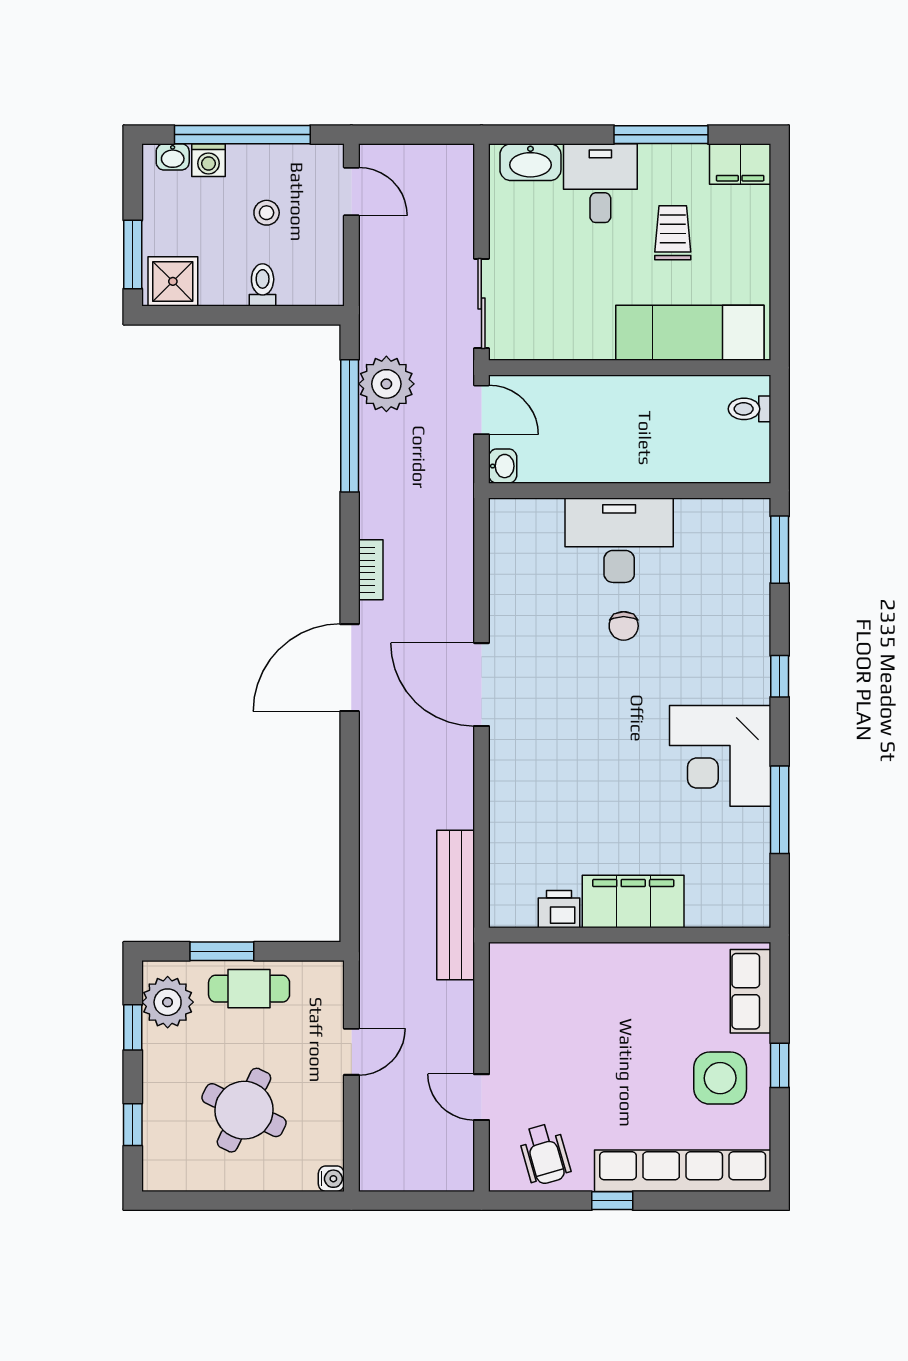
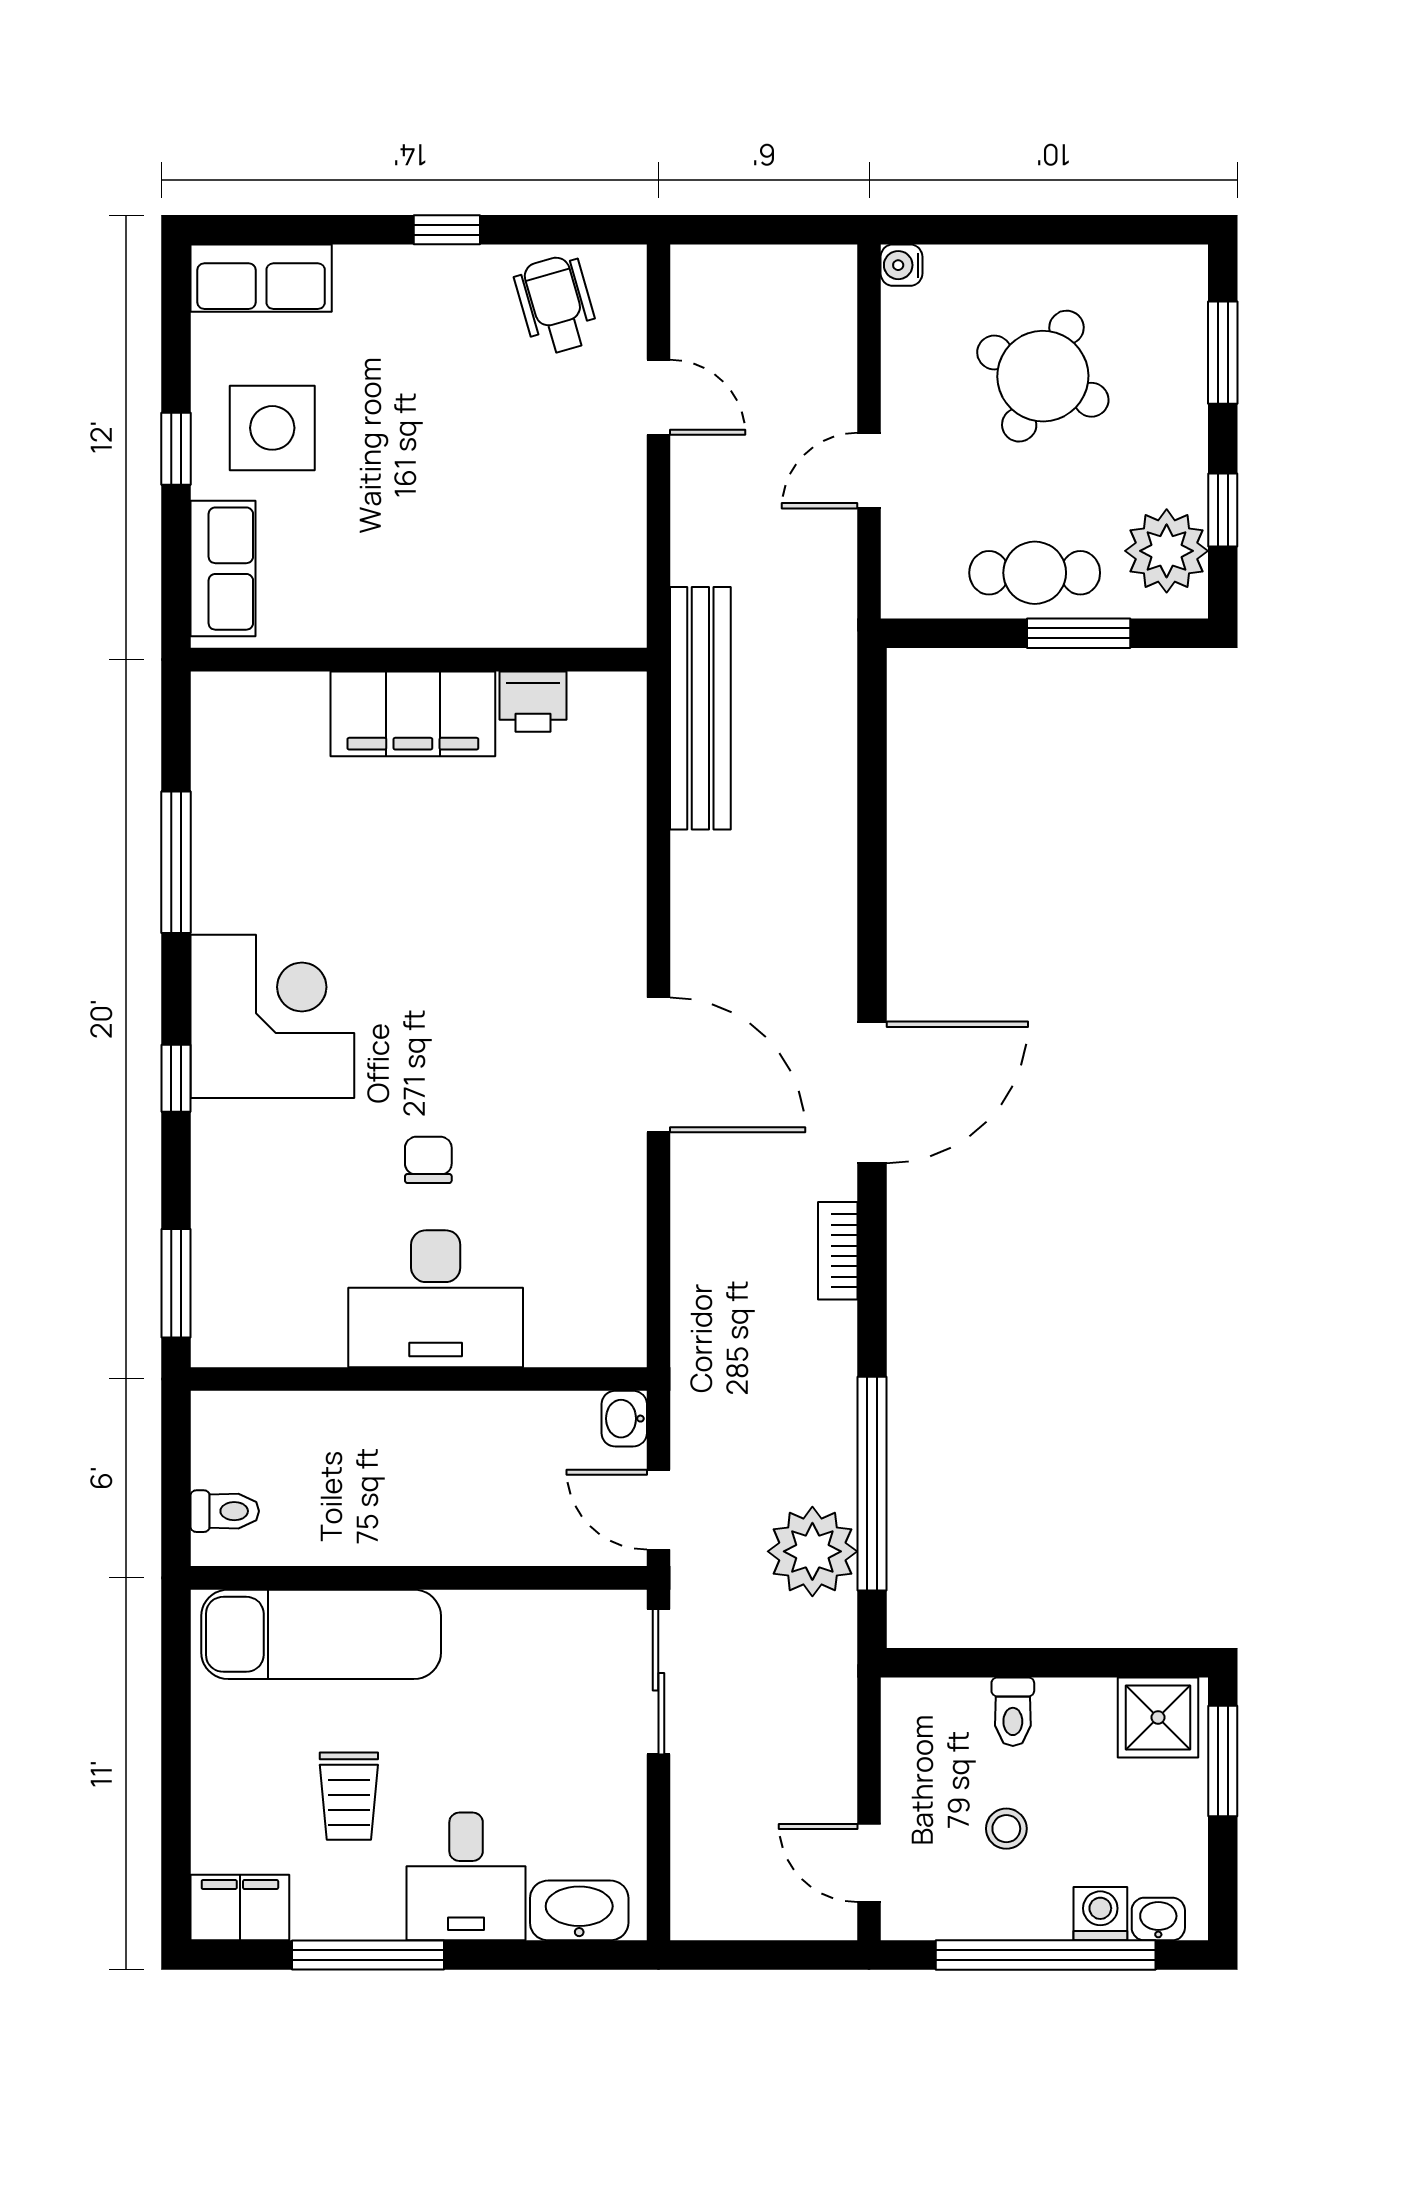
corner desk: (720, 756) -> (272, 1016), moved
window: (133, 1125) -> (1223, 353), width x1.50
row of seats: (683, 1171) -> (261, 278), width x0.50

